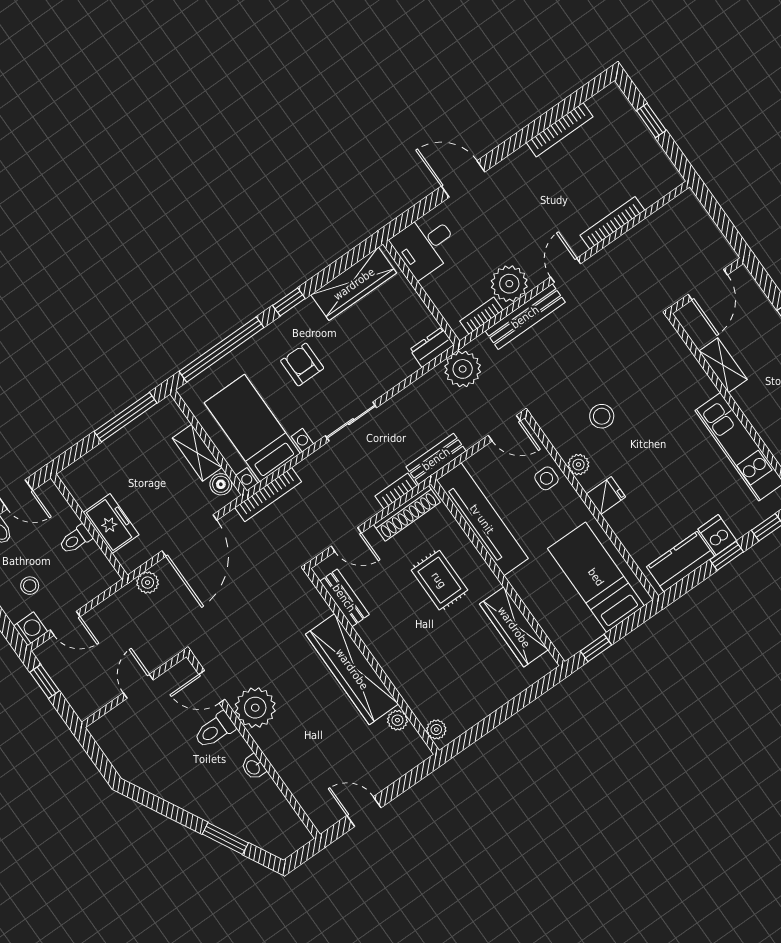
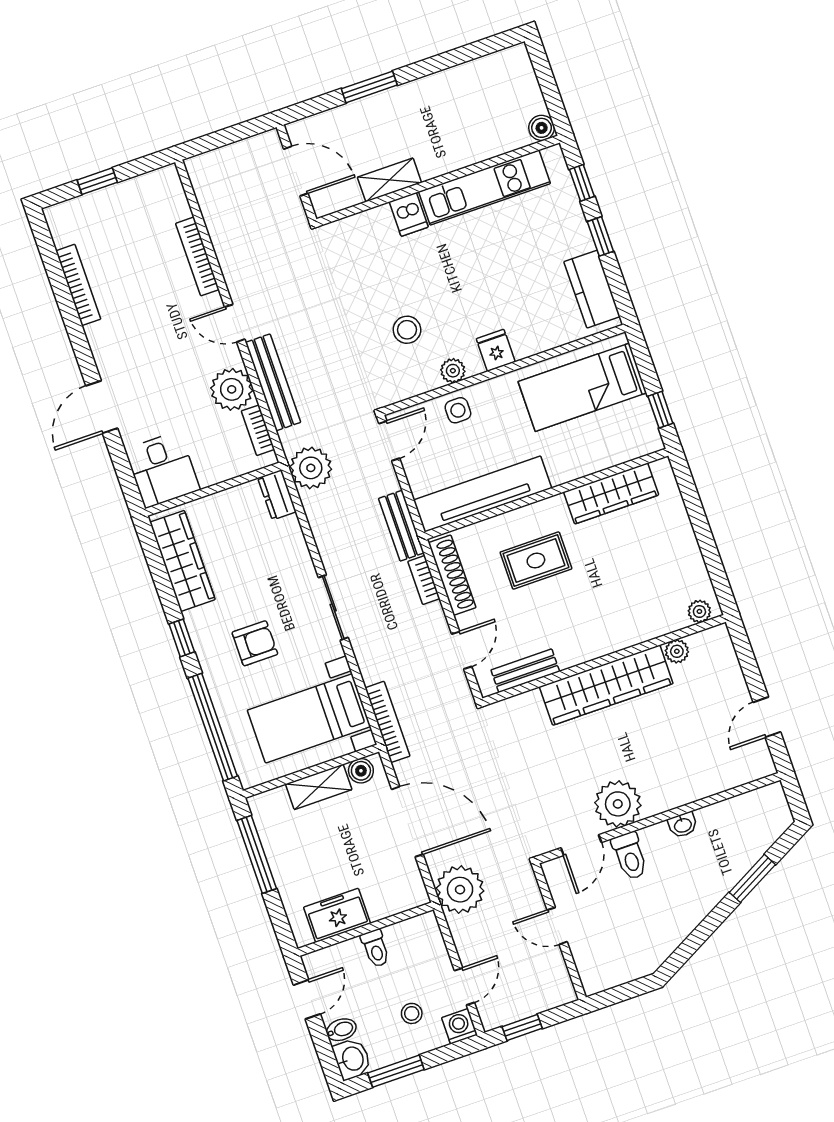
armchair: (302, 365) -> (255, 643), turned 180
freezer: (111, 524) -> (337, 915), moved
dishwasher: (717, 535) -> (409, 214), moved, turned -90
plant: (148, 583) -> (460, 890), width x1.88, depth x1.88

